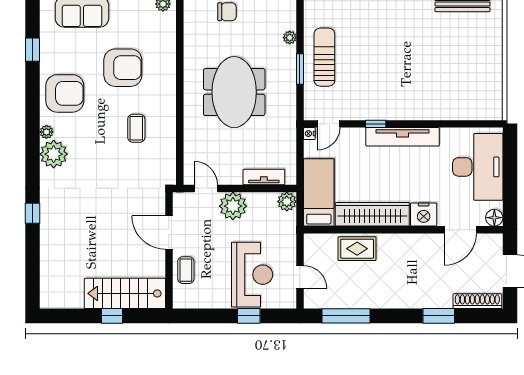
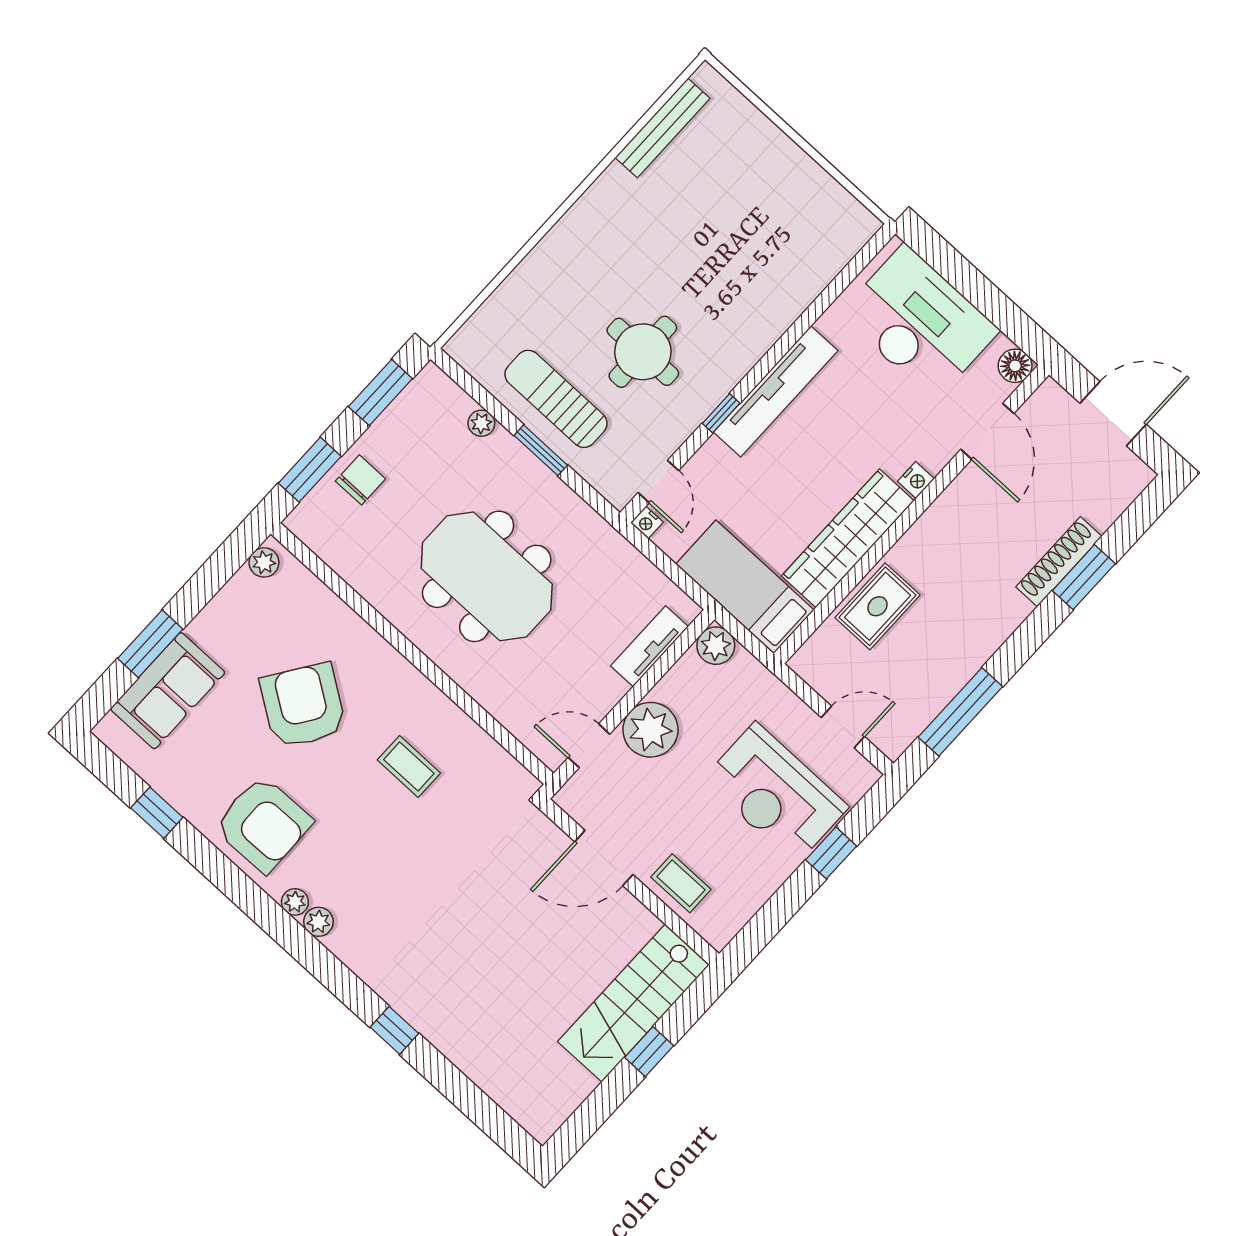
armchair: (123, 68) -> (303, 706), turned -56
round table: (372, 74) -> (643, 352), added
armchair: (65, 93) -> (263, 824), turned 89
plant: (54, 154) -> (318, 922), width x0.53, depth x0.53
nightstand: (424, 215) -> (916, 480), width x0.53, depth x0.56
reception desk: (252, 275) -> (775, 793), turned 180
shoe rack: (477, 301) -> (1059, 562), moved

